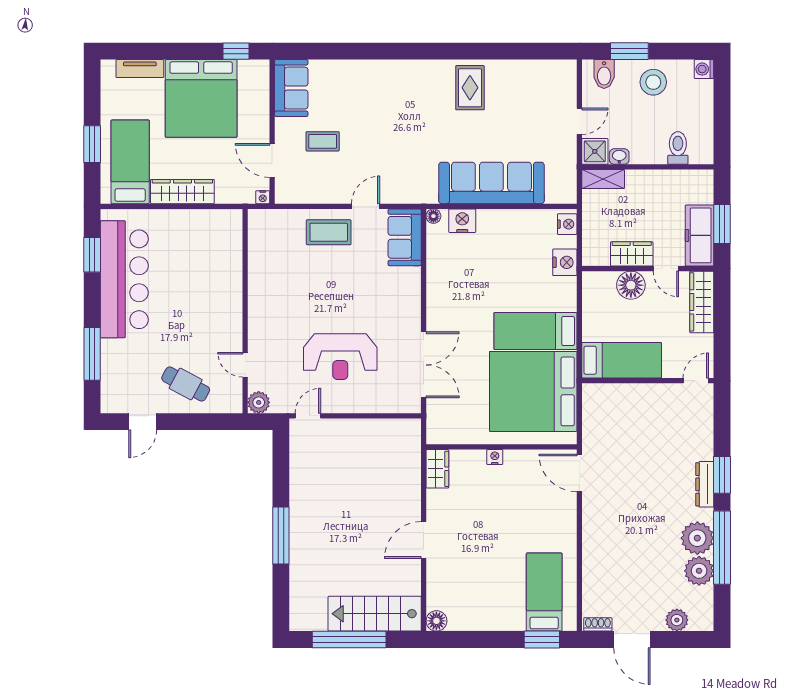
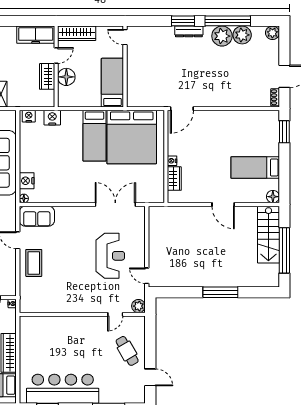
window: (722, 224) -> (29, 21), removed
cafe table: (186, 384) -> (127, 351), turned -58
wardrobe: (437, 469) -> (174, 179), moved, turned 90
bed: (544, 592) -> (255, 168), moved
plant: (677, 620) -> (272, 33), moved

